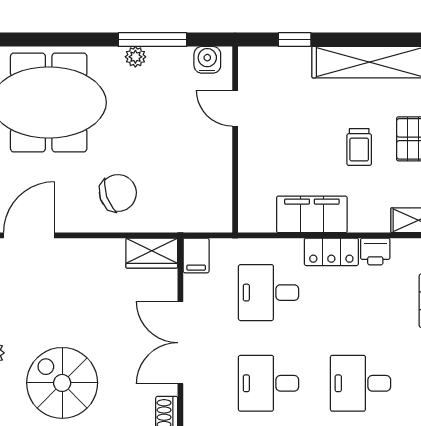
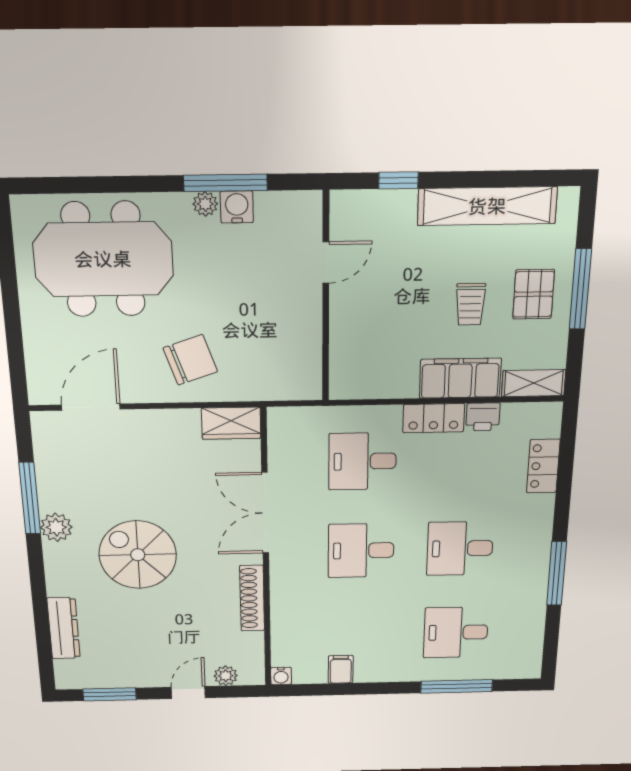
water cooler: (207, 60) -> (237, 207), moved
door: (235, 108) -> (326, 263), swing flipped
filing cabinet: (312, 214) -> (460, 378), moved
filing cabinet: (196, 255) -> (281, 425), removed

